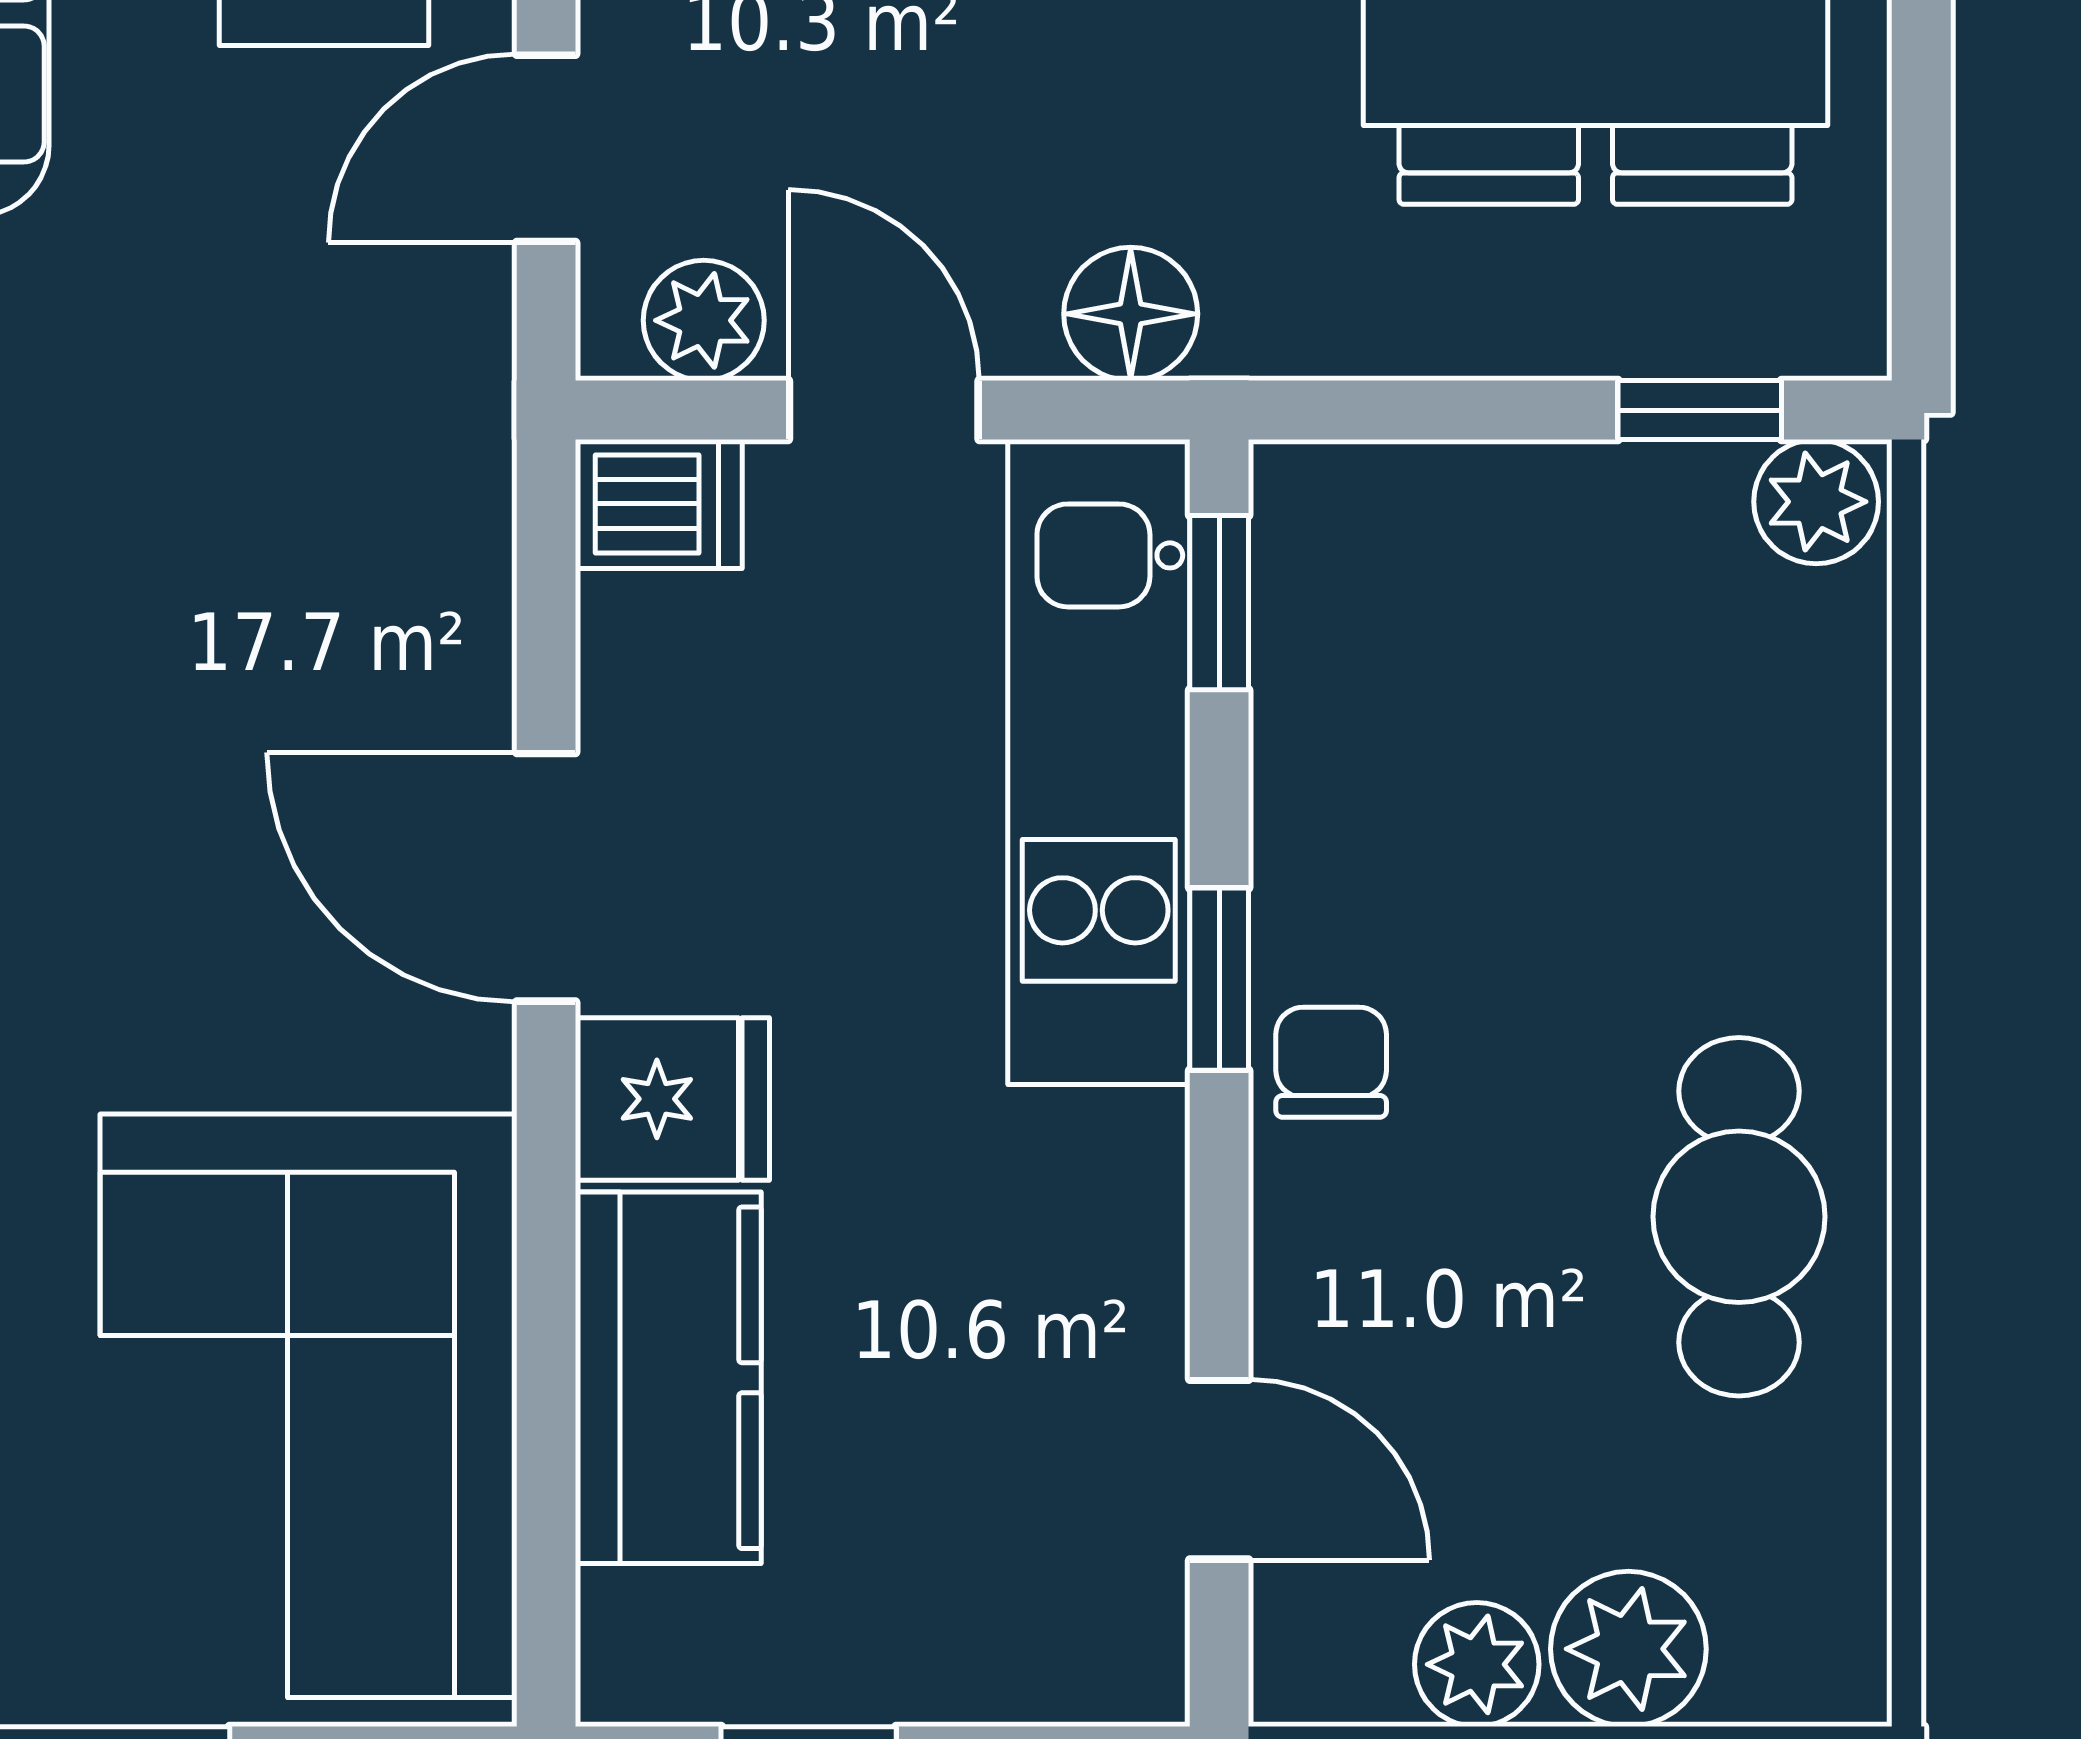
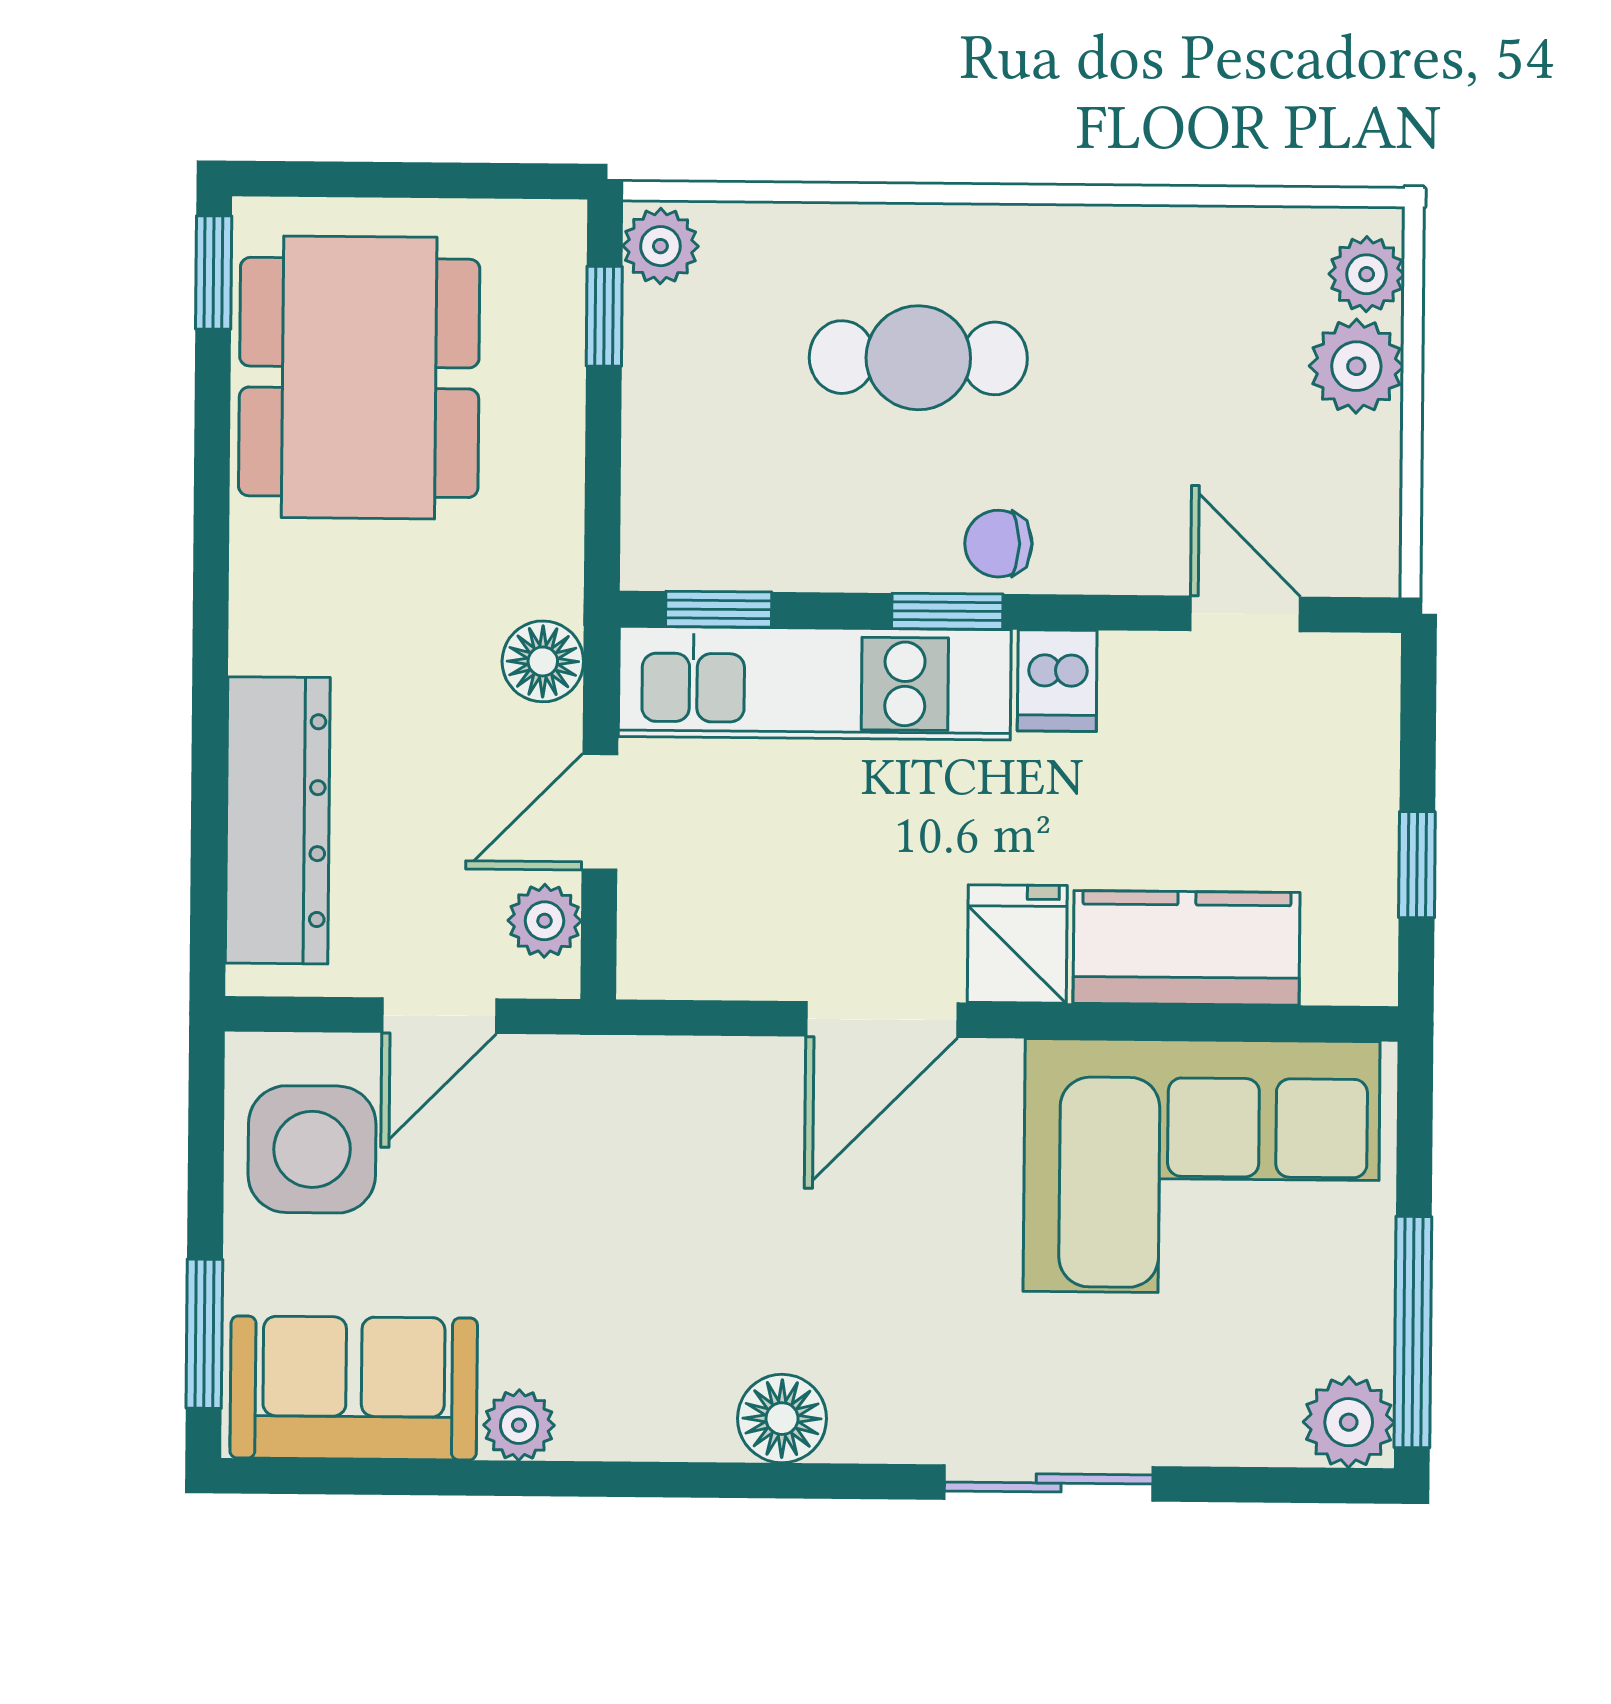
door: (546, 148) -> (439, 1016), hinge flipped
dishwasher: (659, 504) -> (1057, 681), moved, turned 180
cafe table: (1739, 1217) -> (918, 358), moved
door: (1219, 1470) -> (1245, 614), hinge flipped
plant: (1477, 1664) -> (1367, 274), moved

